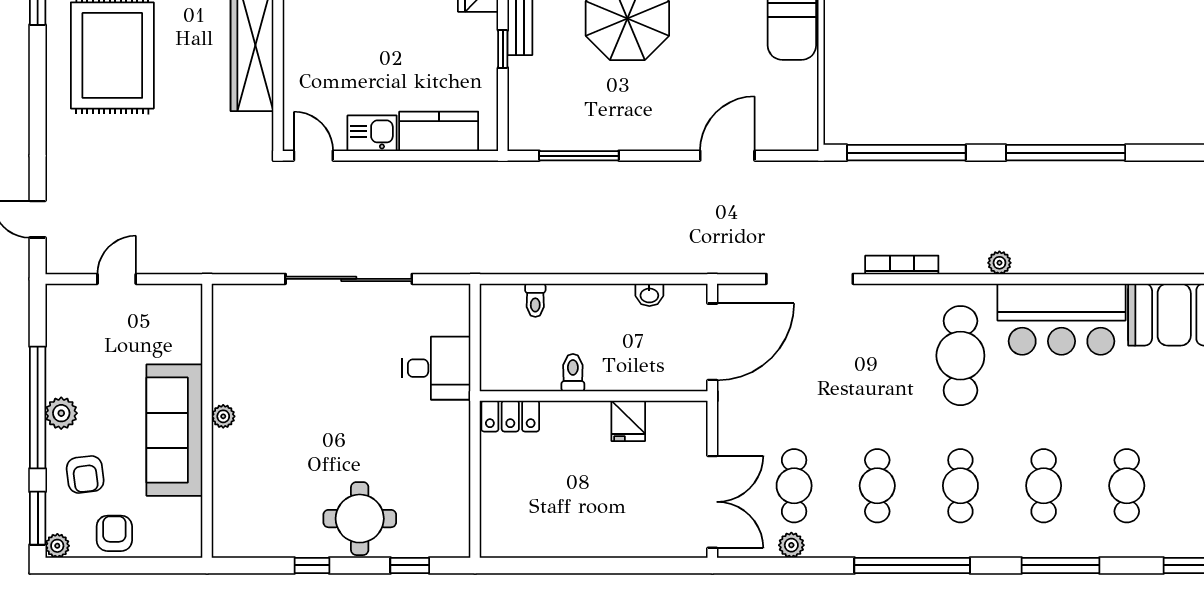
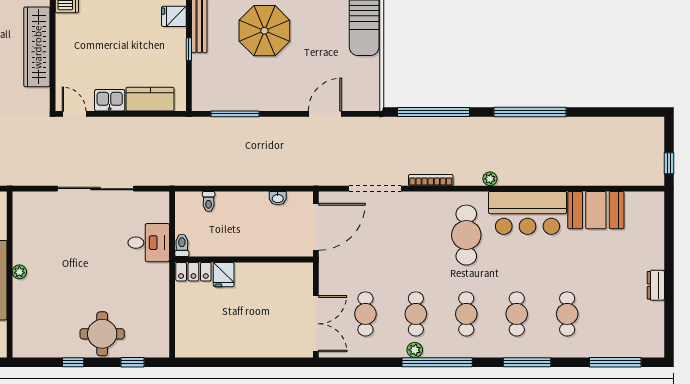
toilet: (573, 373) -> (182, 245), moved
fridge: (628, 421) -> (224, 275), moved
plant: (791, 545) -> (415, 350), moved

